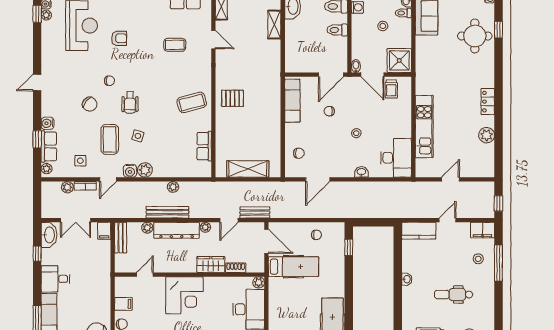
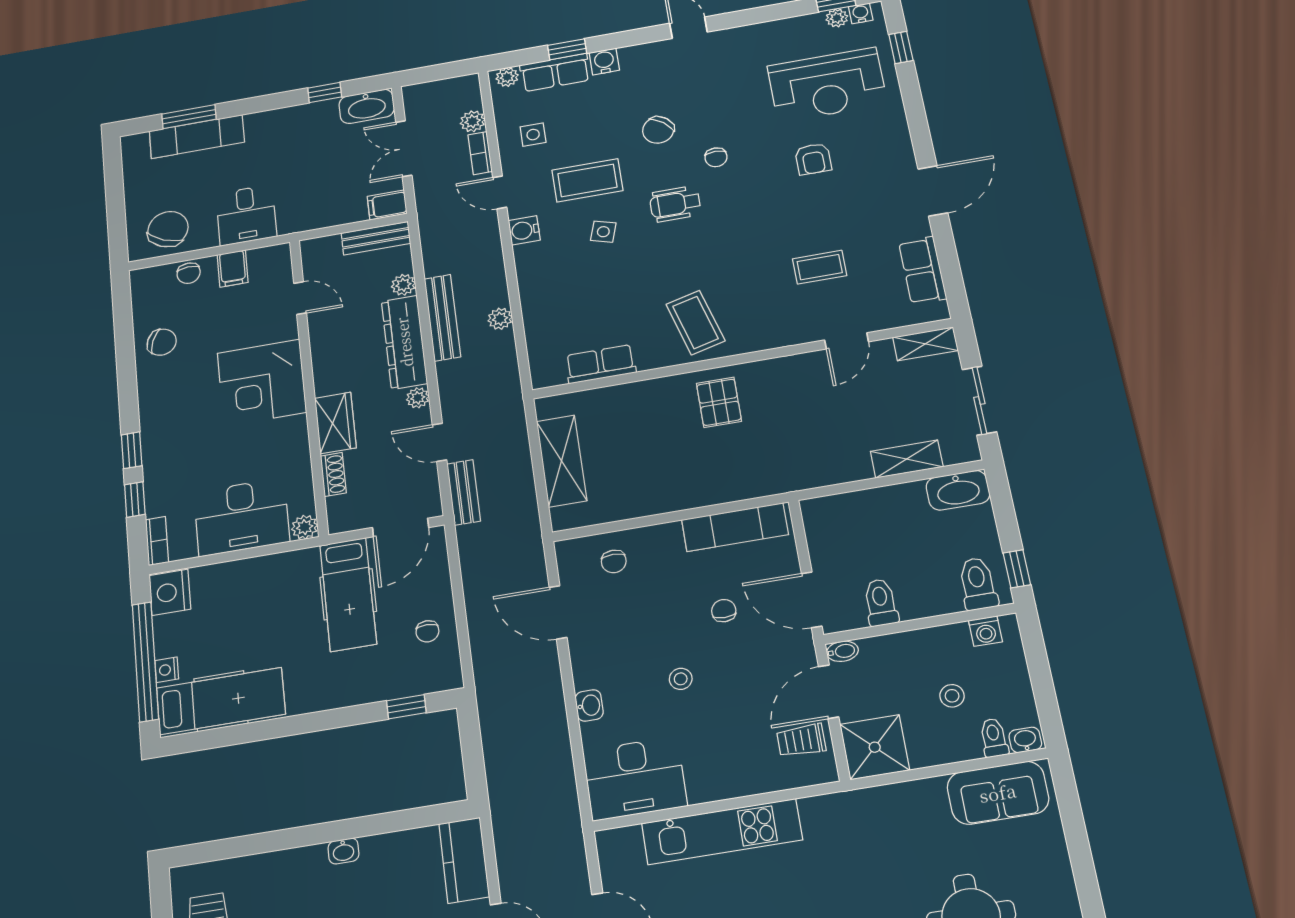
toilet: (337, 30) -> (881, 602), moved
coffee table: (175, 45) -> (820, 267), turned 90
plant: (145, 170) -> (530, 258), removed
desk: (55, 279) -> (246, 215), moved, turned 180

